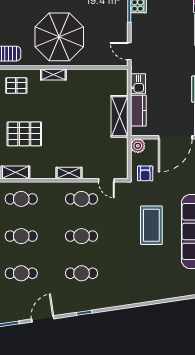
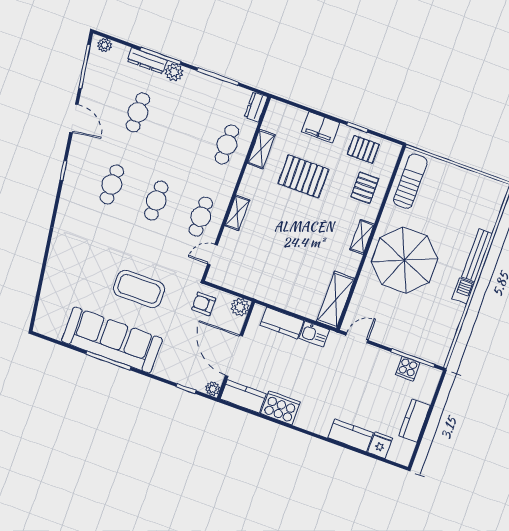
shelving: (119, 116) -> (336, 300), moved, turned 90
pallet: (24, 134) -> (303, 176), turned 90
cafe table: (21, 236) -> (182, 128), removed

